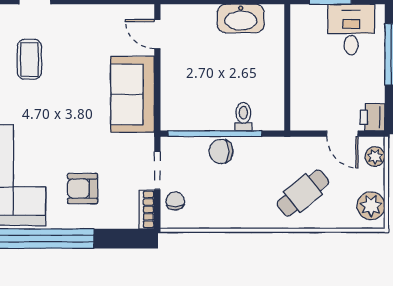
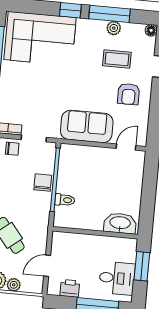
washbasin: (241, 19) -> (120, 223), moved, turned 90
printer: (373, 117) -> (70, 288), moved
plant: (375, 157) -> (14, 285), moved
armchair: (83, 189) -> (129, 94), moved, turned 180

